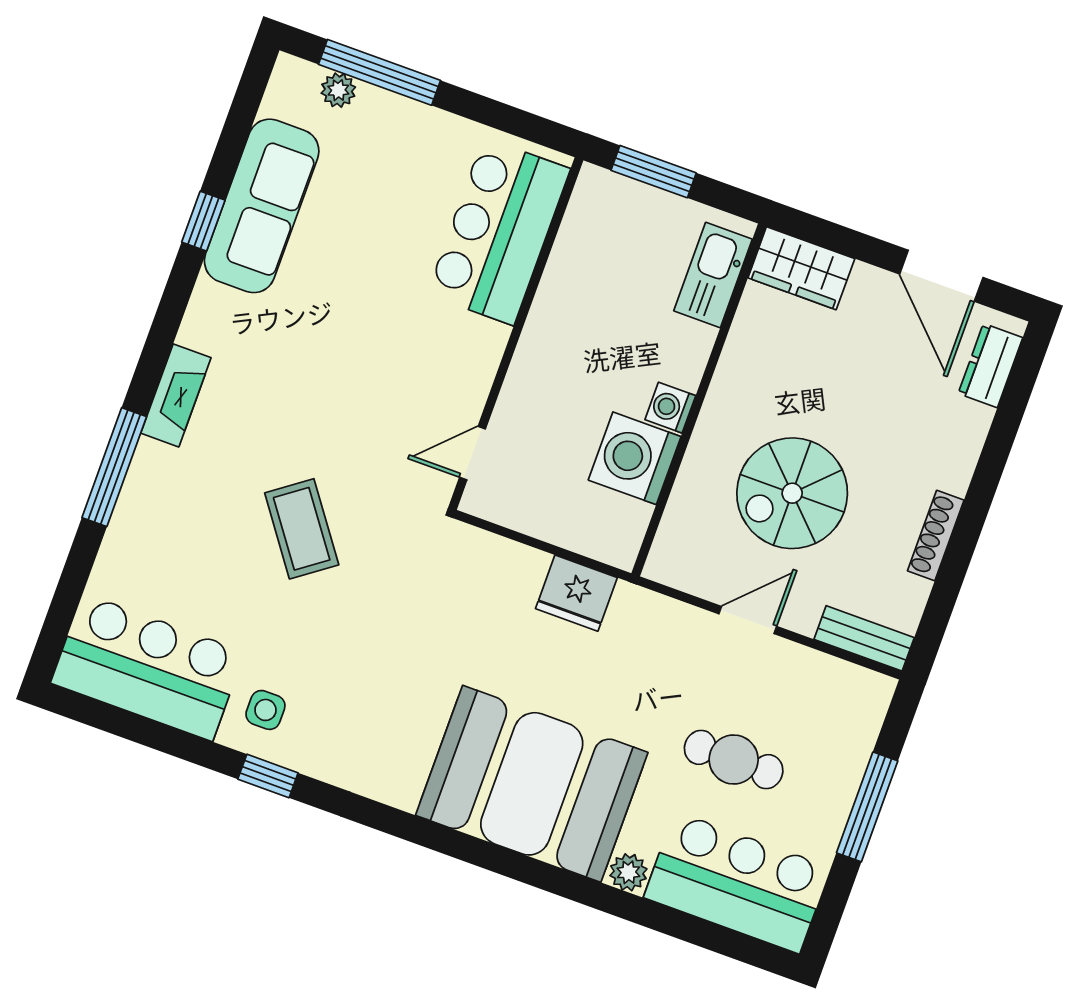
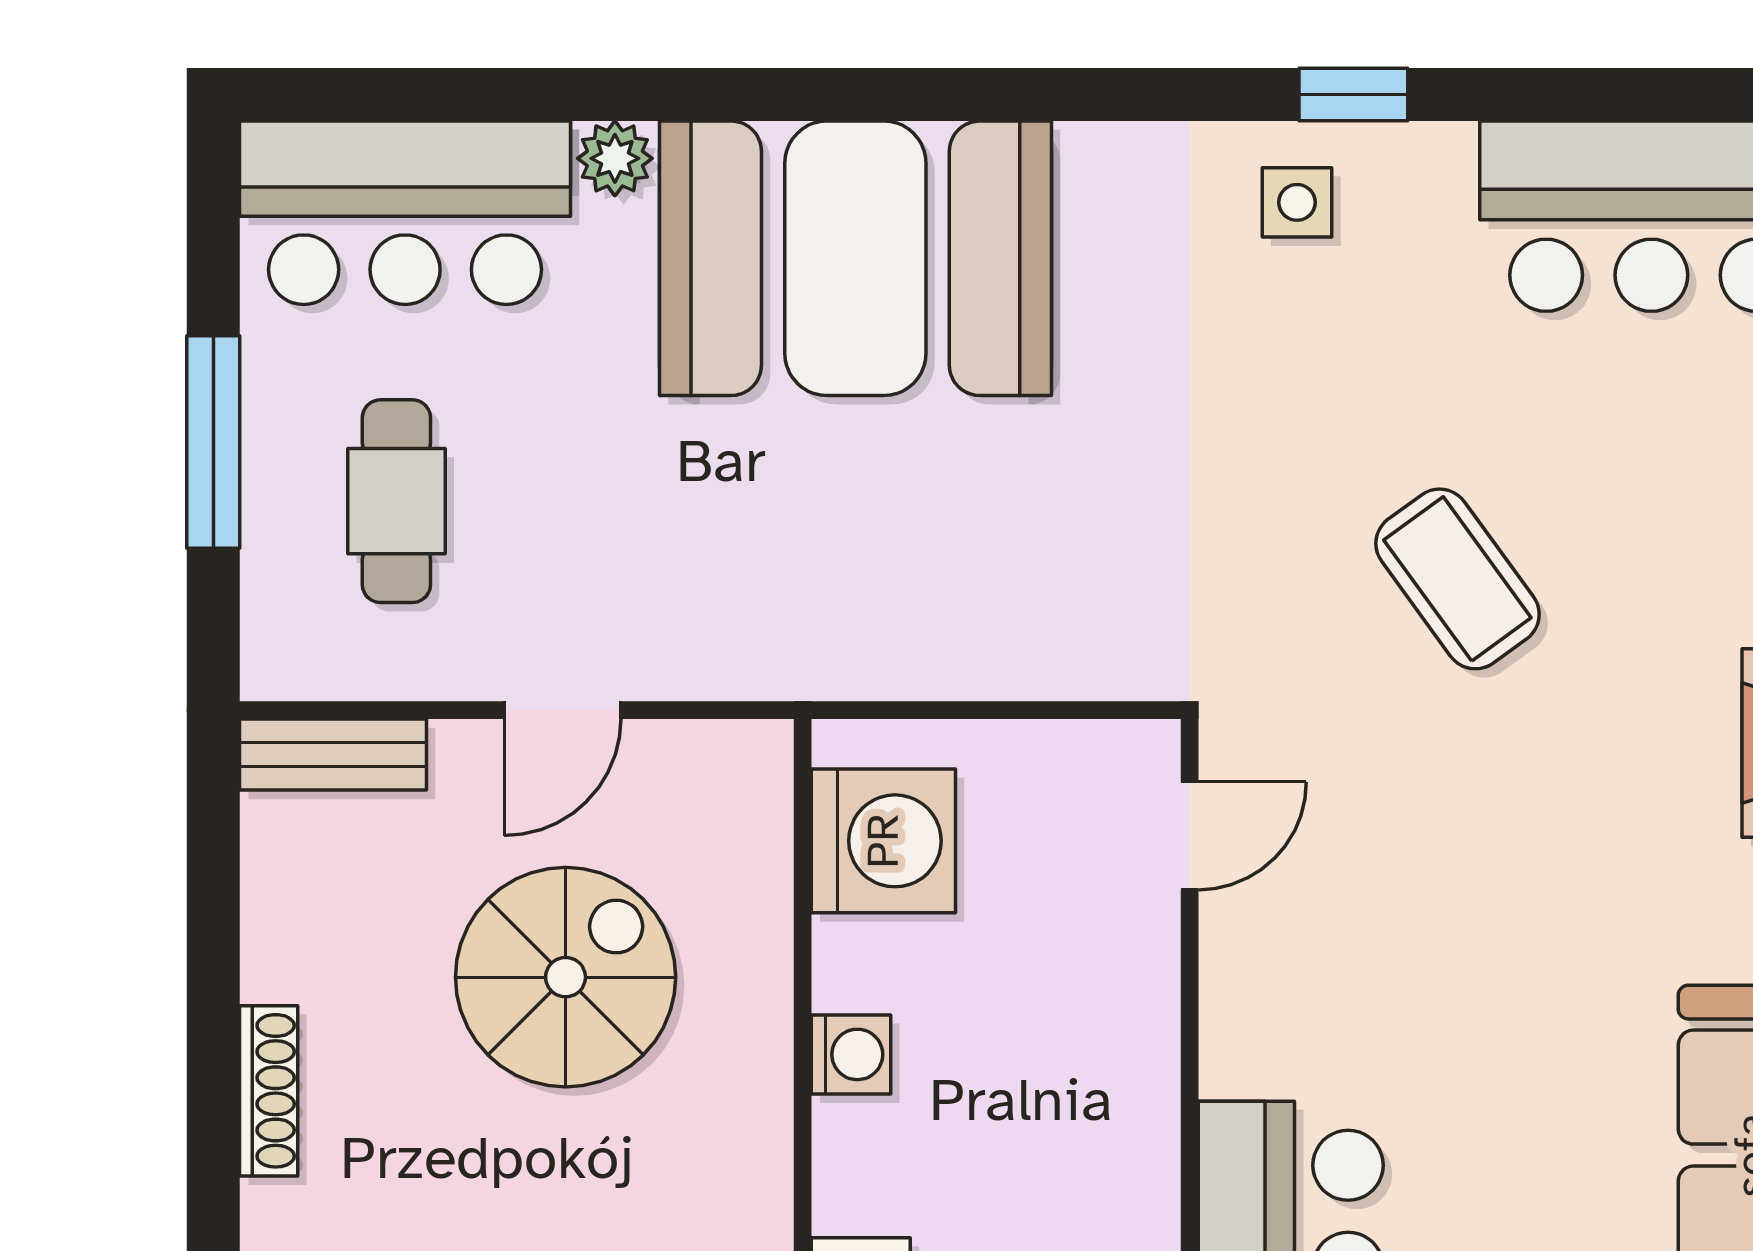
washing machine: (635, 458) -> (883, 841), moved
shoe rack: (936, 536) -> (269, 1091), moved
fridge: (576, 593) -> (901, 645), removed
side table: (265, 710) -> (1297, 202), moved
cafe table: (734, 760) -> (396, 501), moved, turned 90

